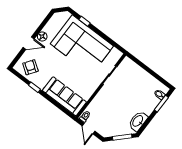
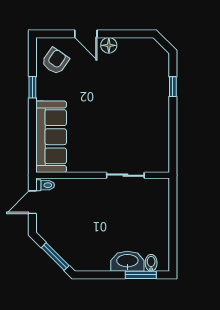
corner sofa: (82, 45) -> (138, 108), removed
washbasin: (138, 121) -> (127, 261), moved

